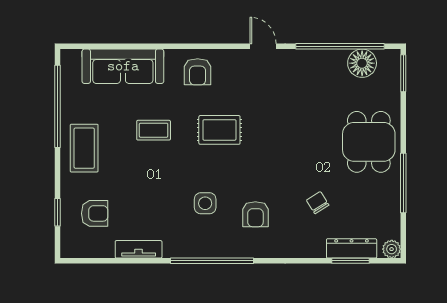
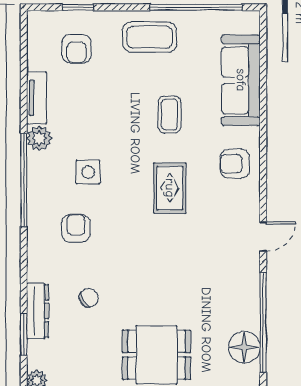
armchair: (255, 214) -> (76, 228), turned 90
plant: (175, 247) -> (39, 138), added
dresser: (352, 248) -> (38, 311), moved

